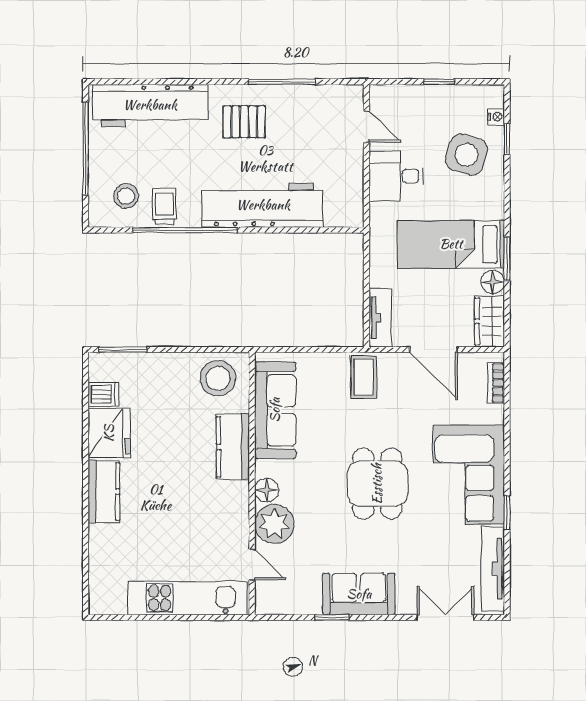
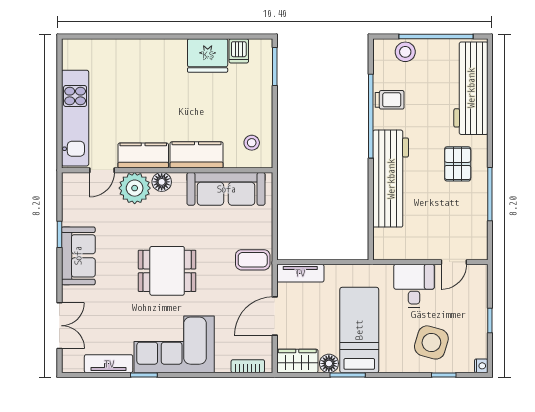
nightstand: (496, 117) -> (481, 366), moved, turned -90
stool: (126, 196) -> (405, 52), moved
stool: (218, 378) -> (252, 143), width x0.53, depth x0.53
kitchen counter: (104, 491) -> (143, 155), moved, turned 180
tv unit: (493, 569) -> (109, 364), width x0.71

